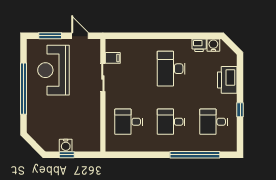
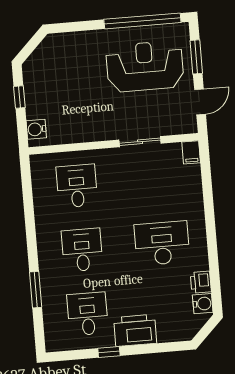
filing cabinet: (113, 58) -> (191, 152), moved
printer: (227, 80) -> (135, 330), moved
window: (23, 89) -> (142, 21), moved
water cooler: (66, 145) -> (36, 129), moved
window: (195, 155) -> (36, 290), width x0.47

